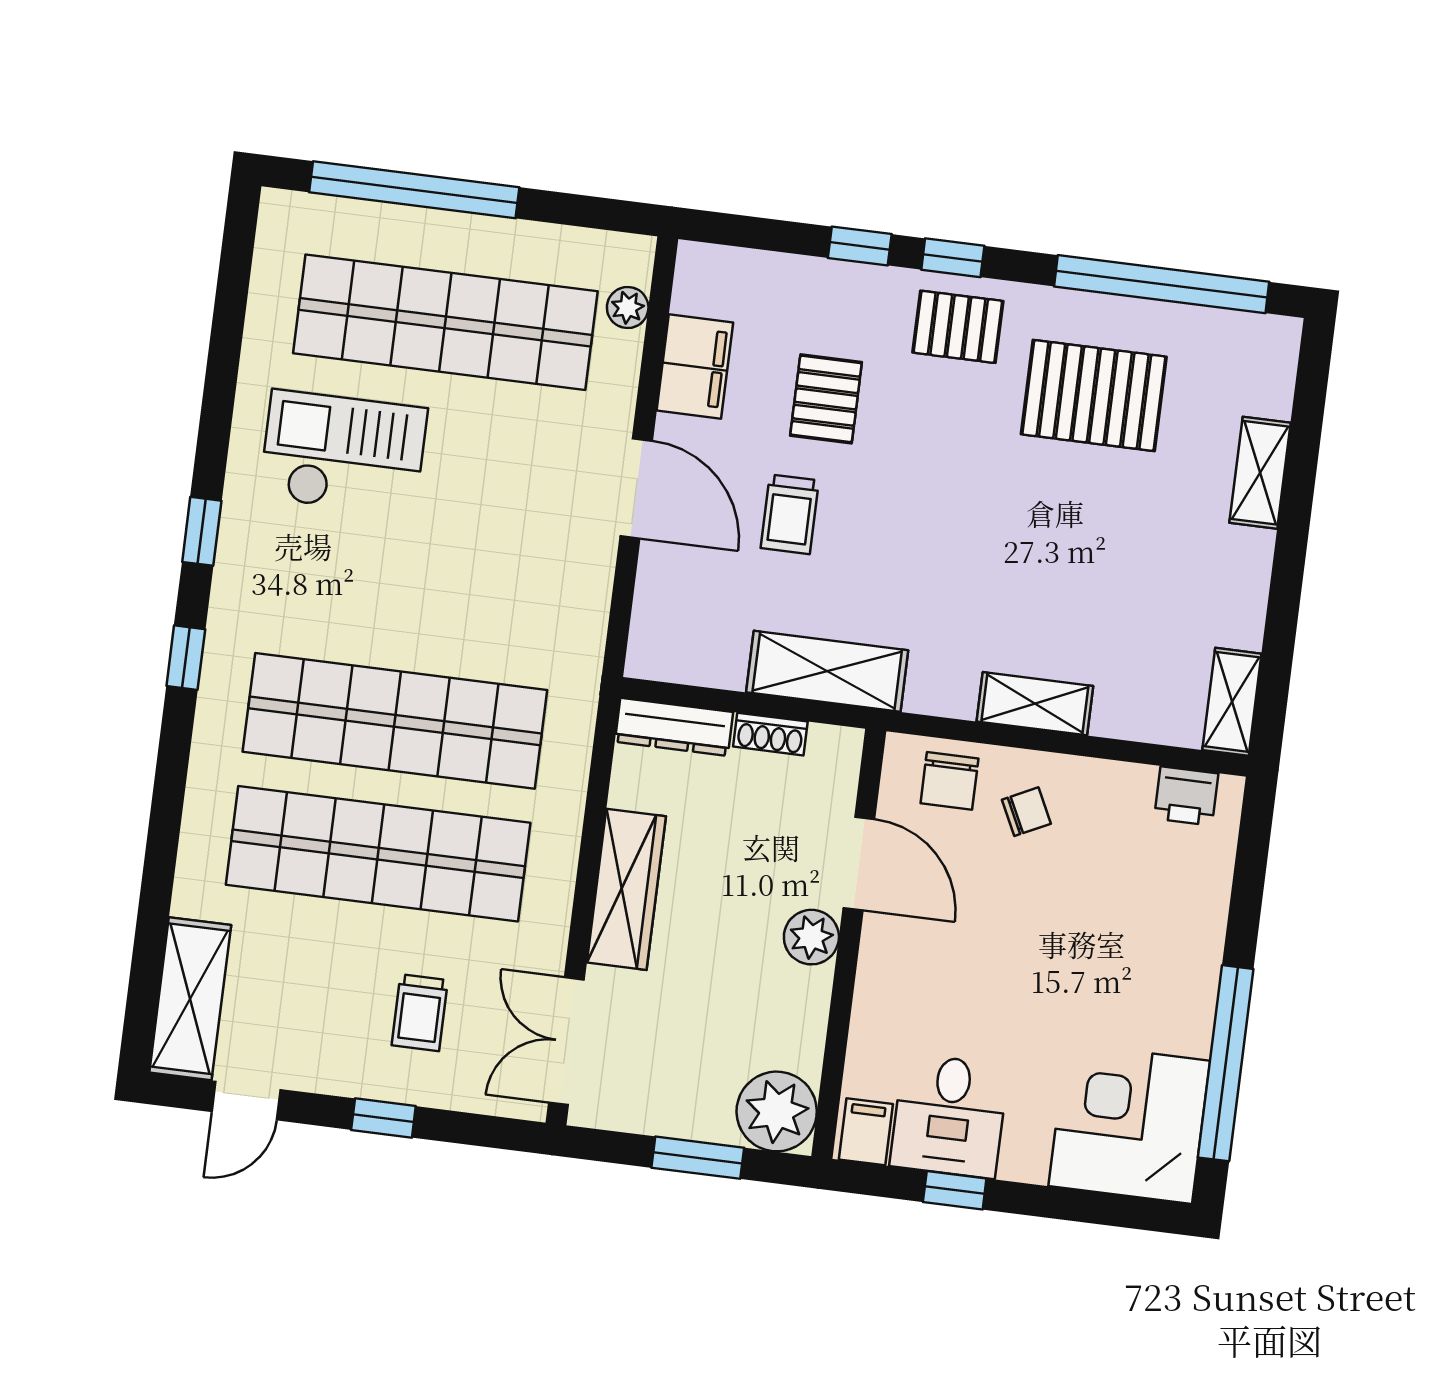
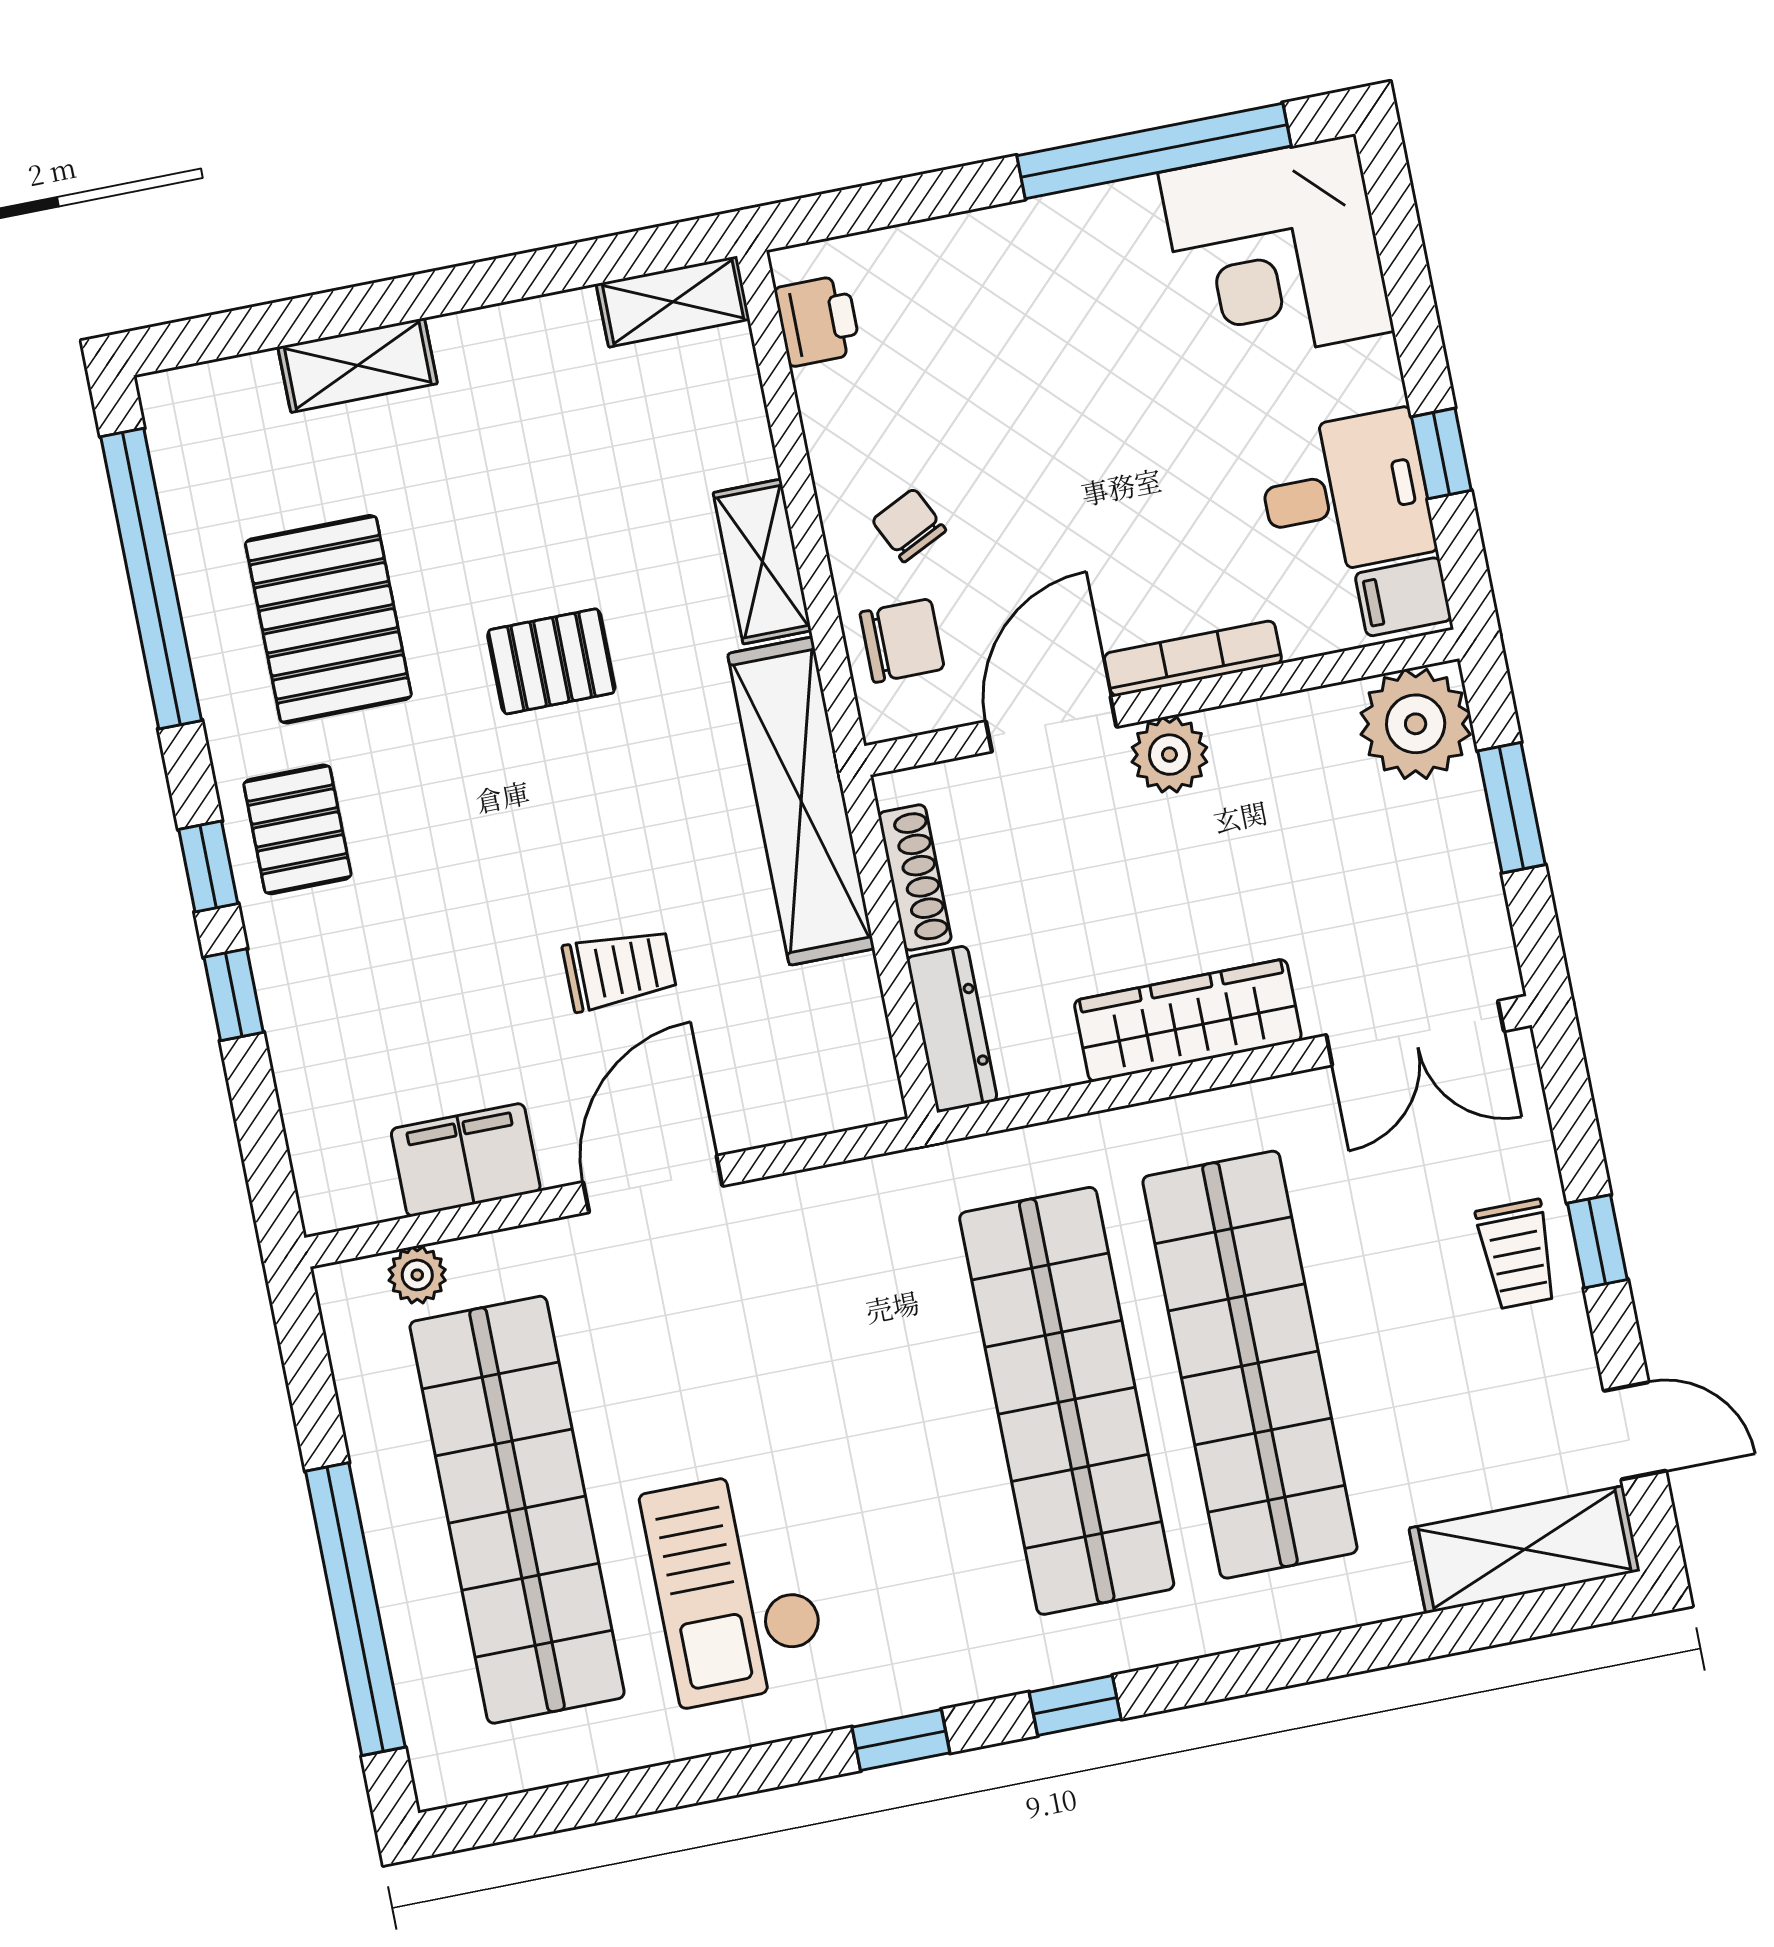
pallet: (826, 399) -> (551, 661), moved
shelving: (827, 671) -> (801, 801), width x1.47
shoe rack: (770, 734) -> (915, 877), width x1.43
bookcase: (872, 975) -> (1193, 658), added
trolley: (420, 1013) -> (1517, 1254), moved, turned 90

